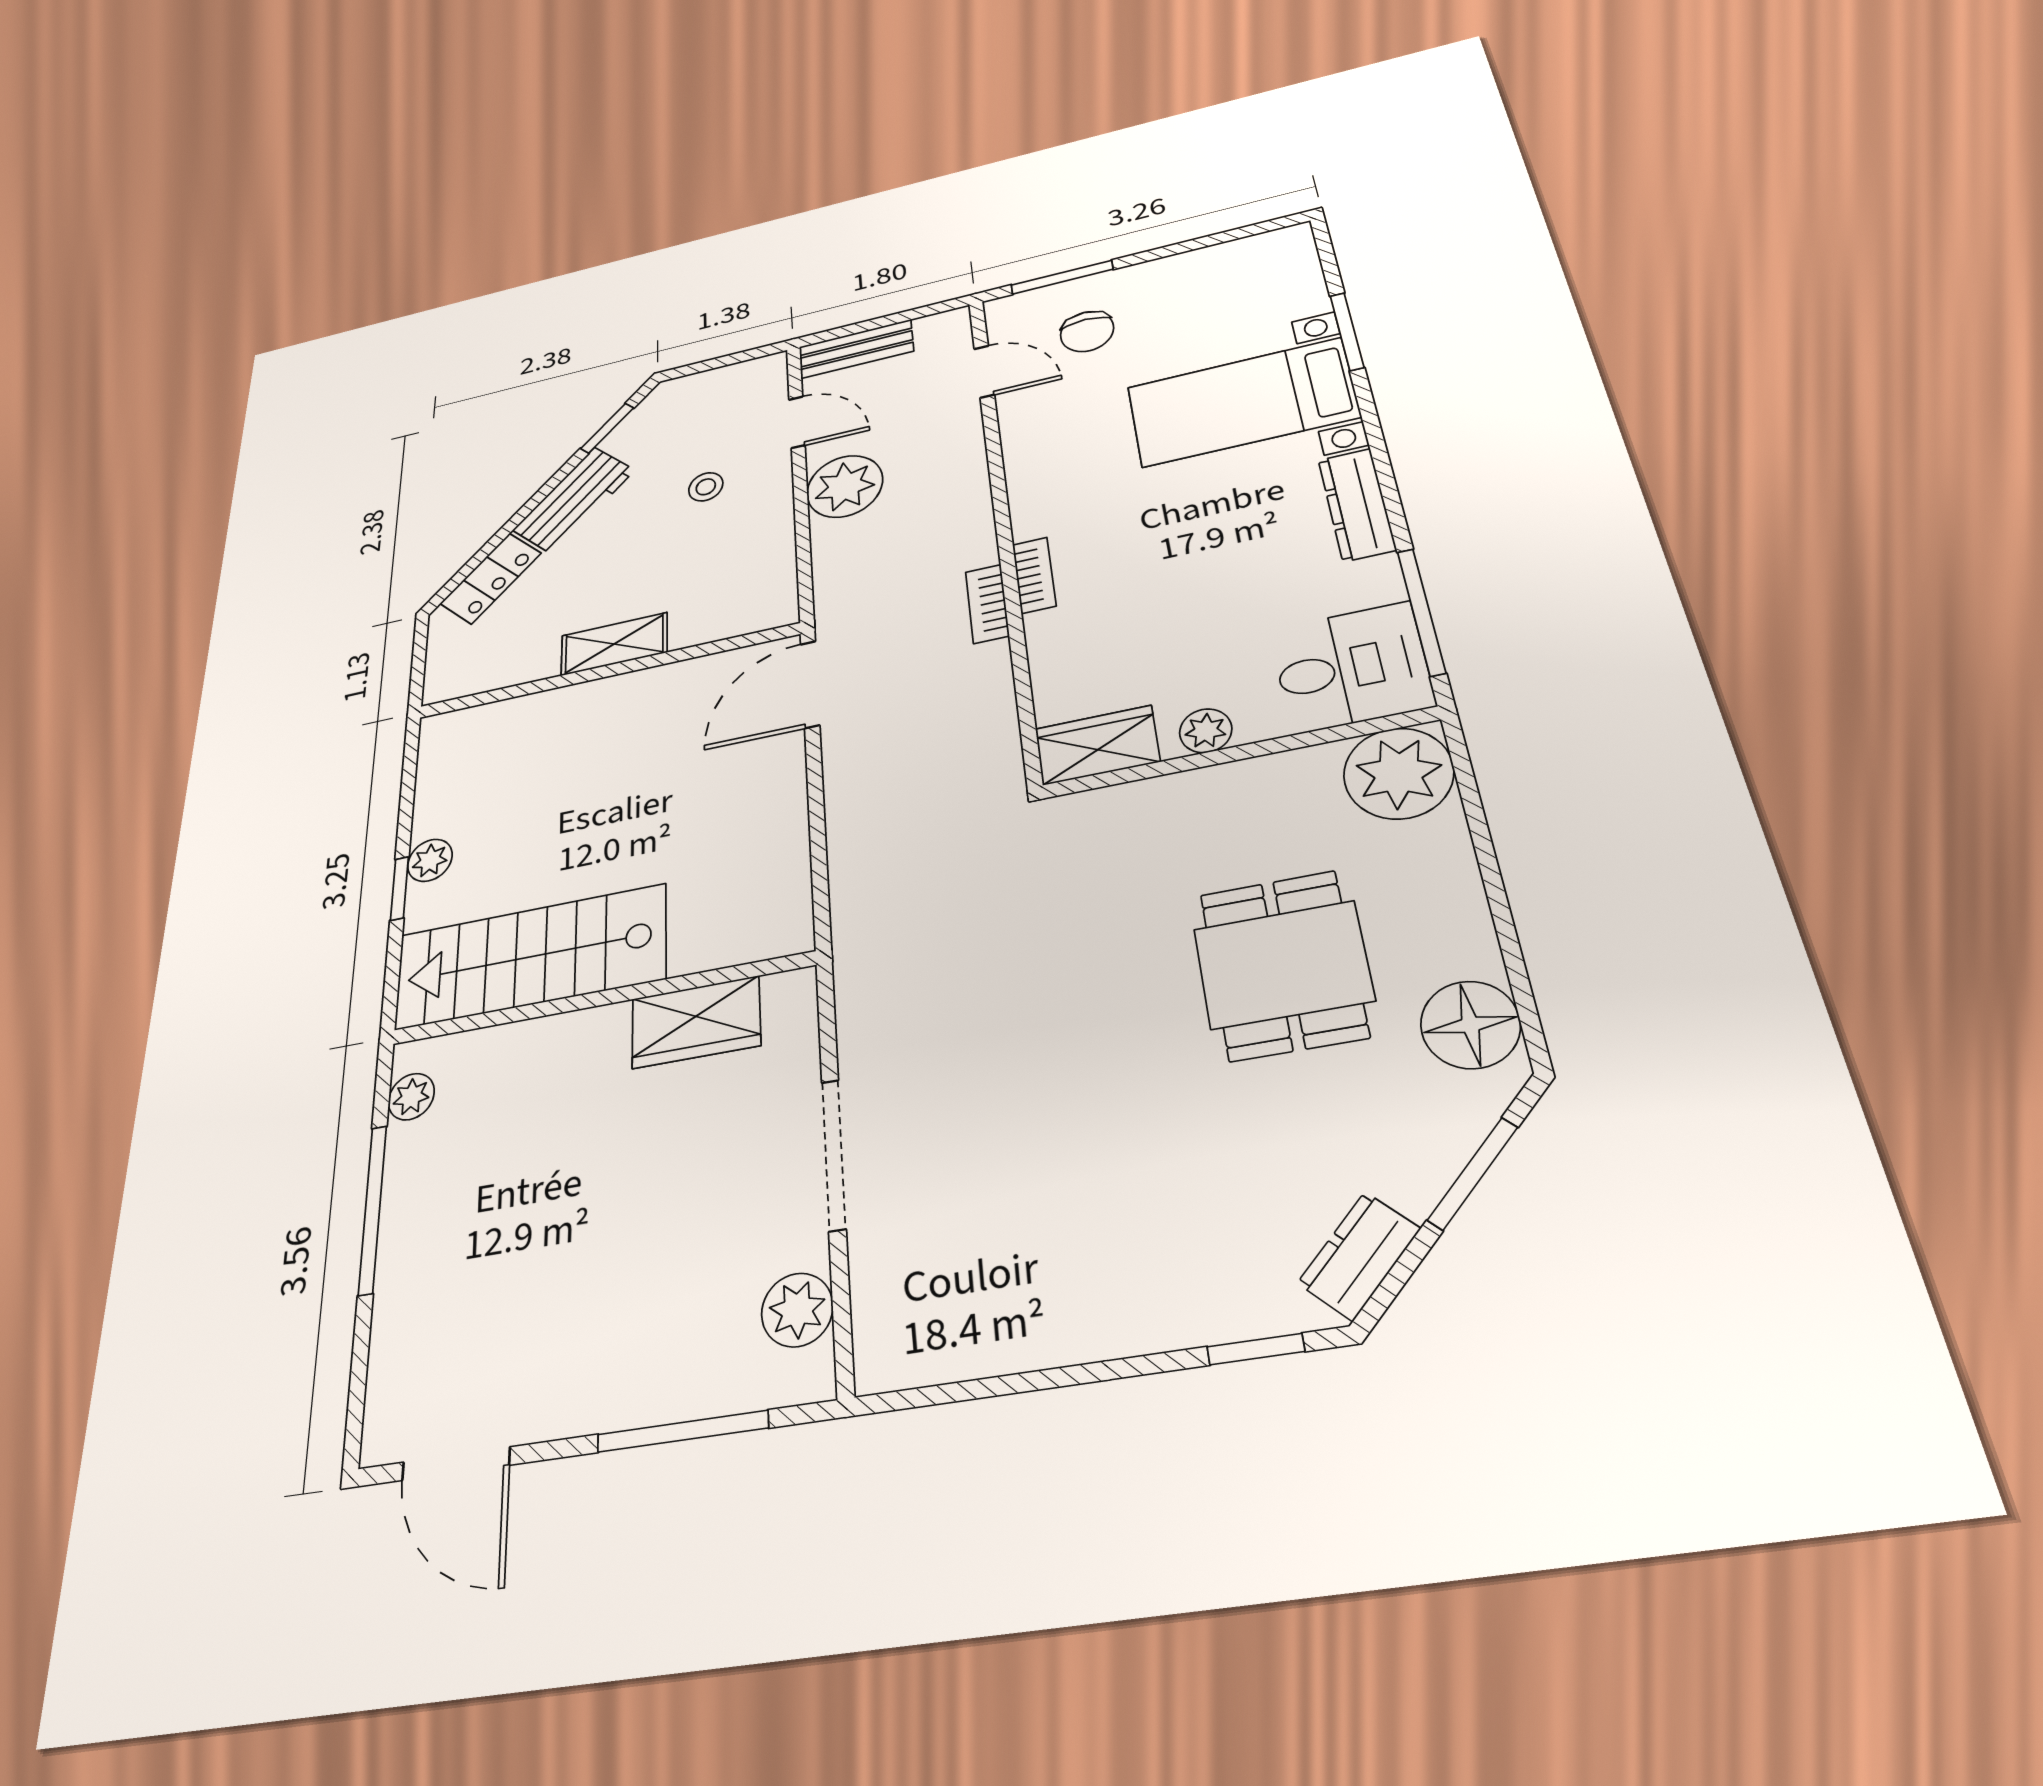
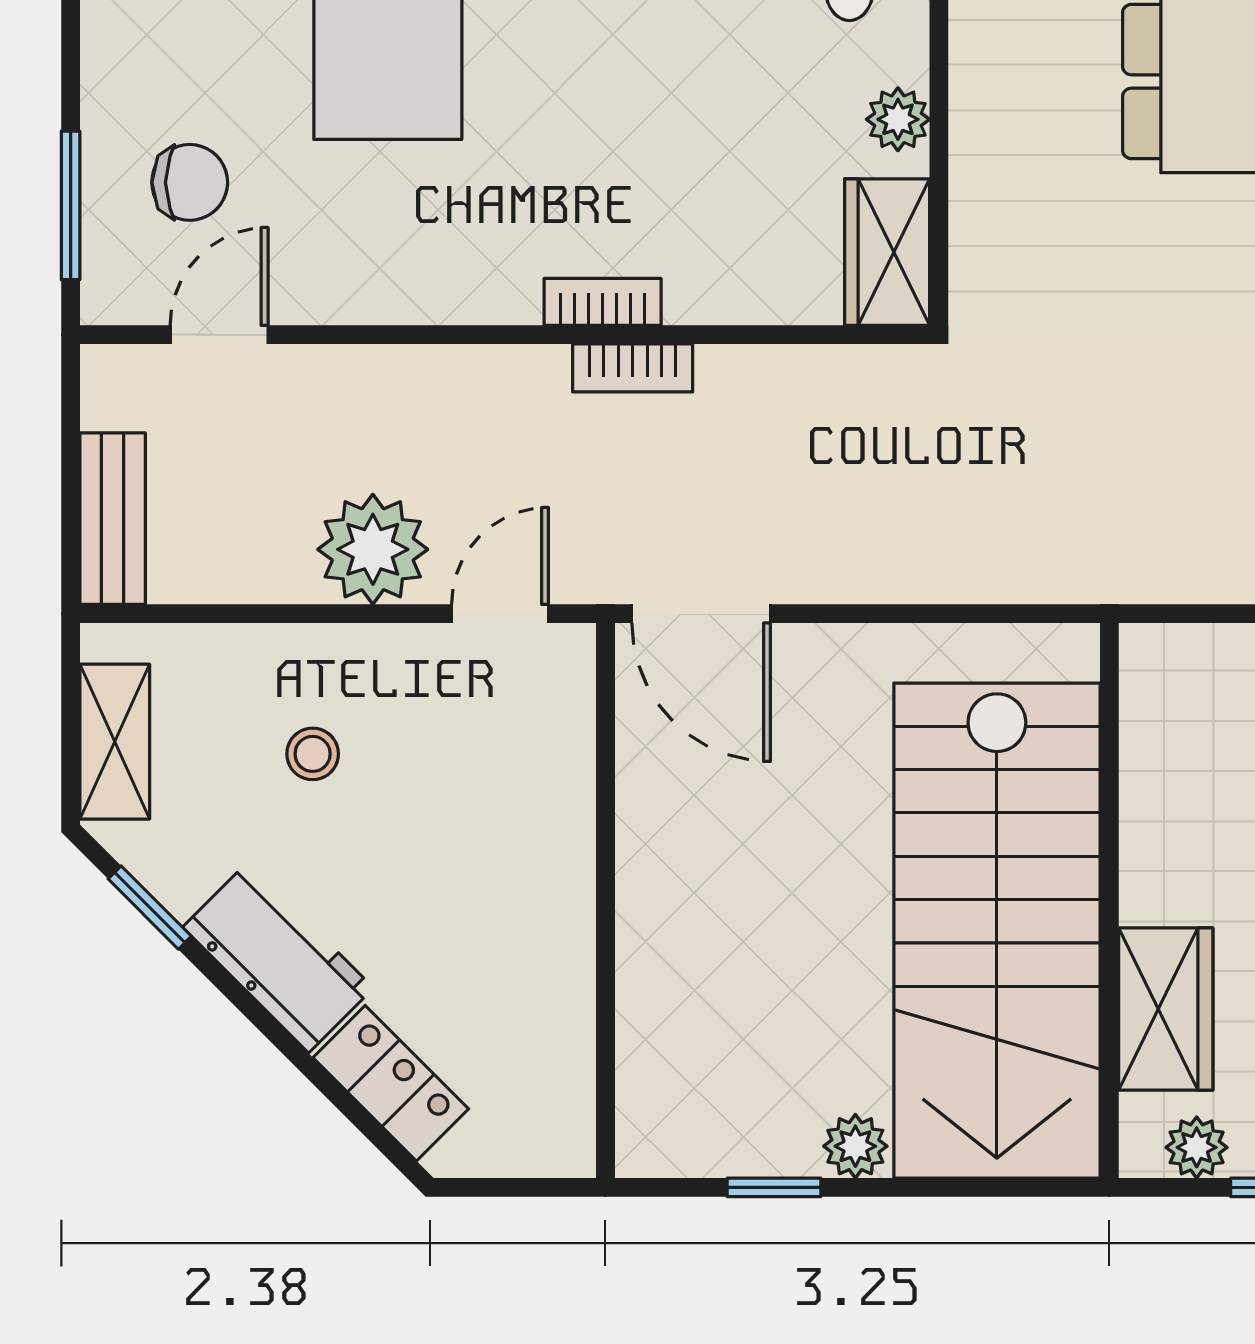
door: (797, 422) -> (500, 614), moved
shelving: (614, 644) -> (115, 742), moved
window: (400, 888) -> (774, 1187), moved
stairs: (530, 957) -> (997, 931), width x1.36, depth x1.51
wardrobe: (696, 1022) -> (1166, 1009), moved

